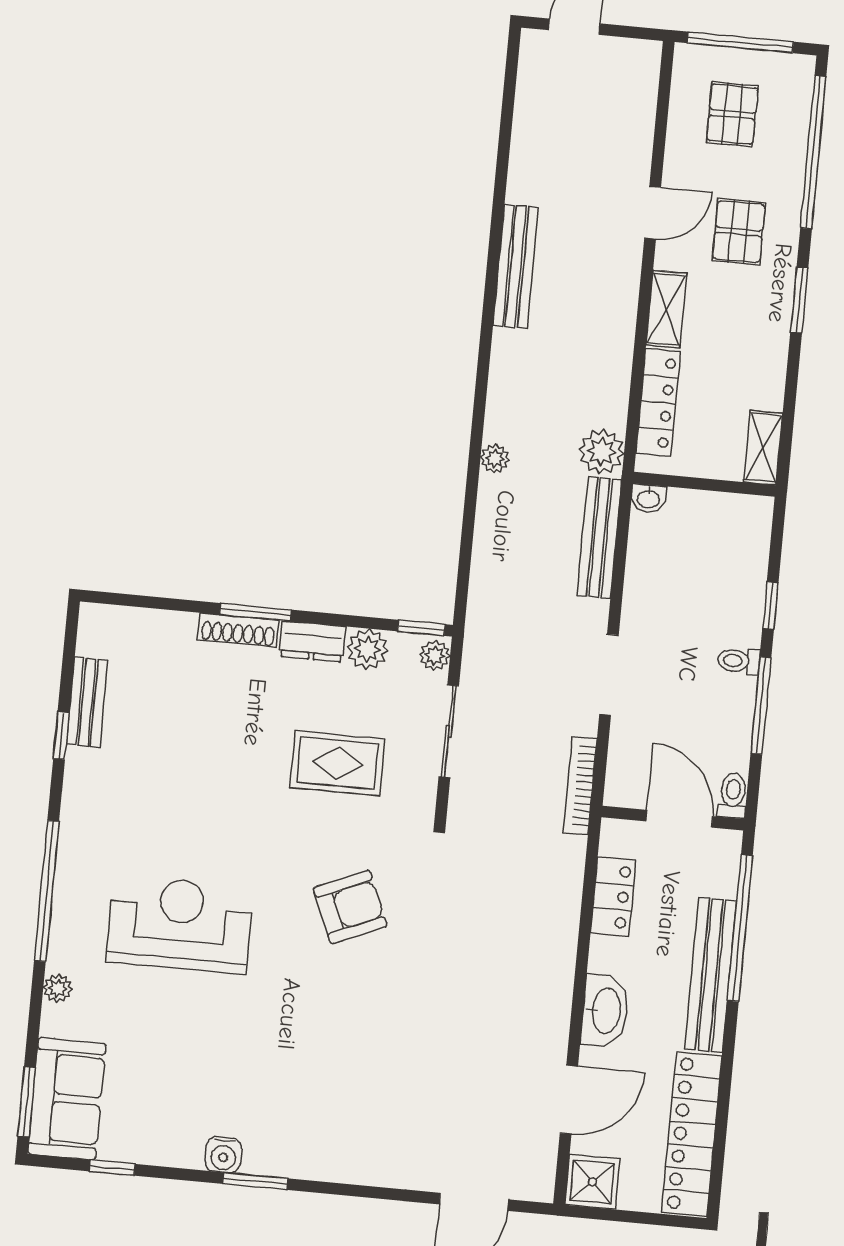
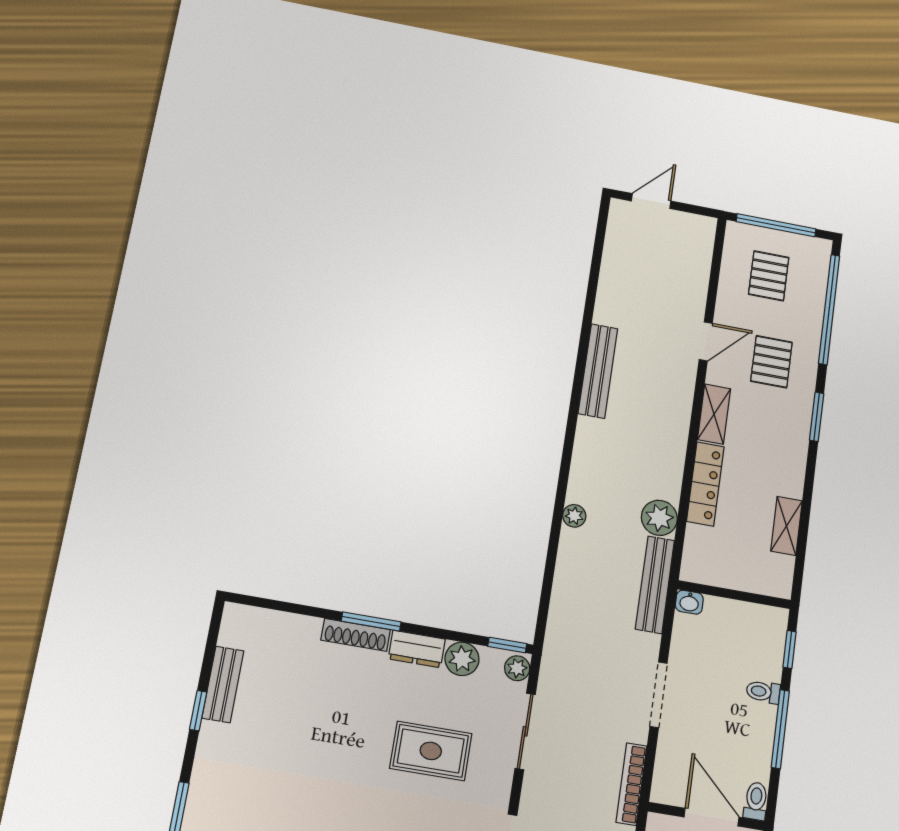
wall: (704, 484) -> (734, 595), moved
washbasin: (648, 498) -> (689, 602), moved

